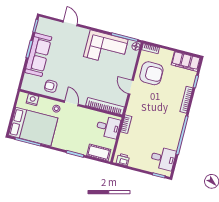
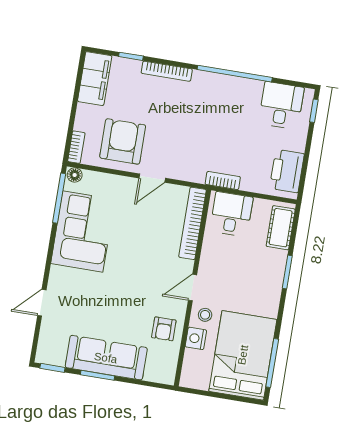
nightstand: (33, 100) -> (196, 338), moved
printer: (123, 160) -> (287, 171), width x1.87, depth x1.48

